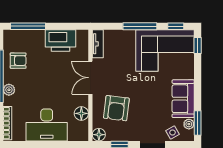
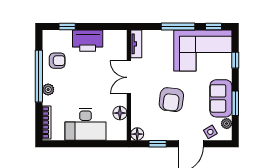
window: (28, 26) -> (67, 27), width x0.46
printer: (61, 41) -> (88, 41), moved
window: (198, 46) -> (235, 60), moved
armchair: (116, 108) -> (171, 100), moved
window: (198, 123) -> (235, 103), moved

